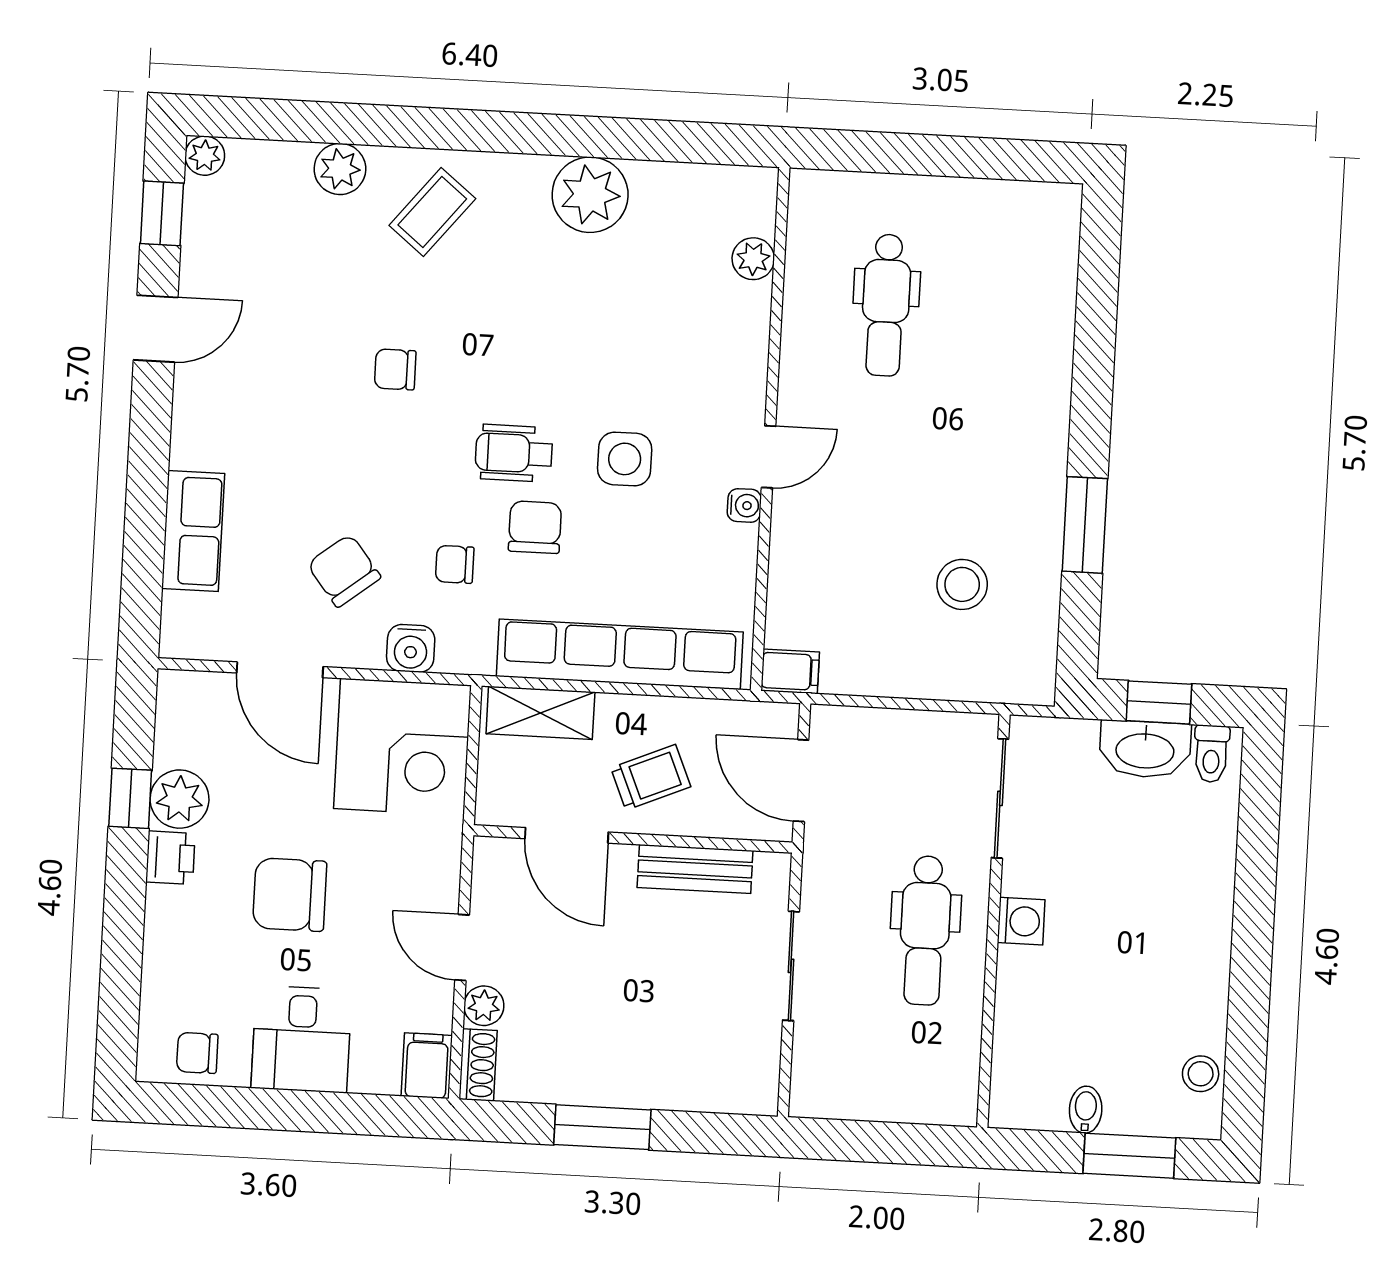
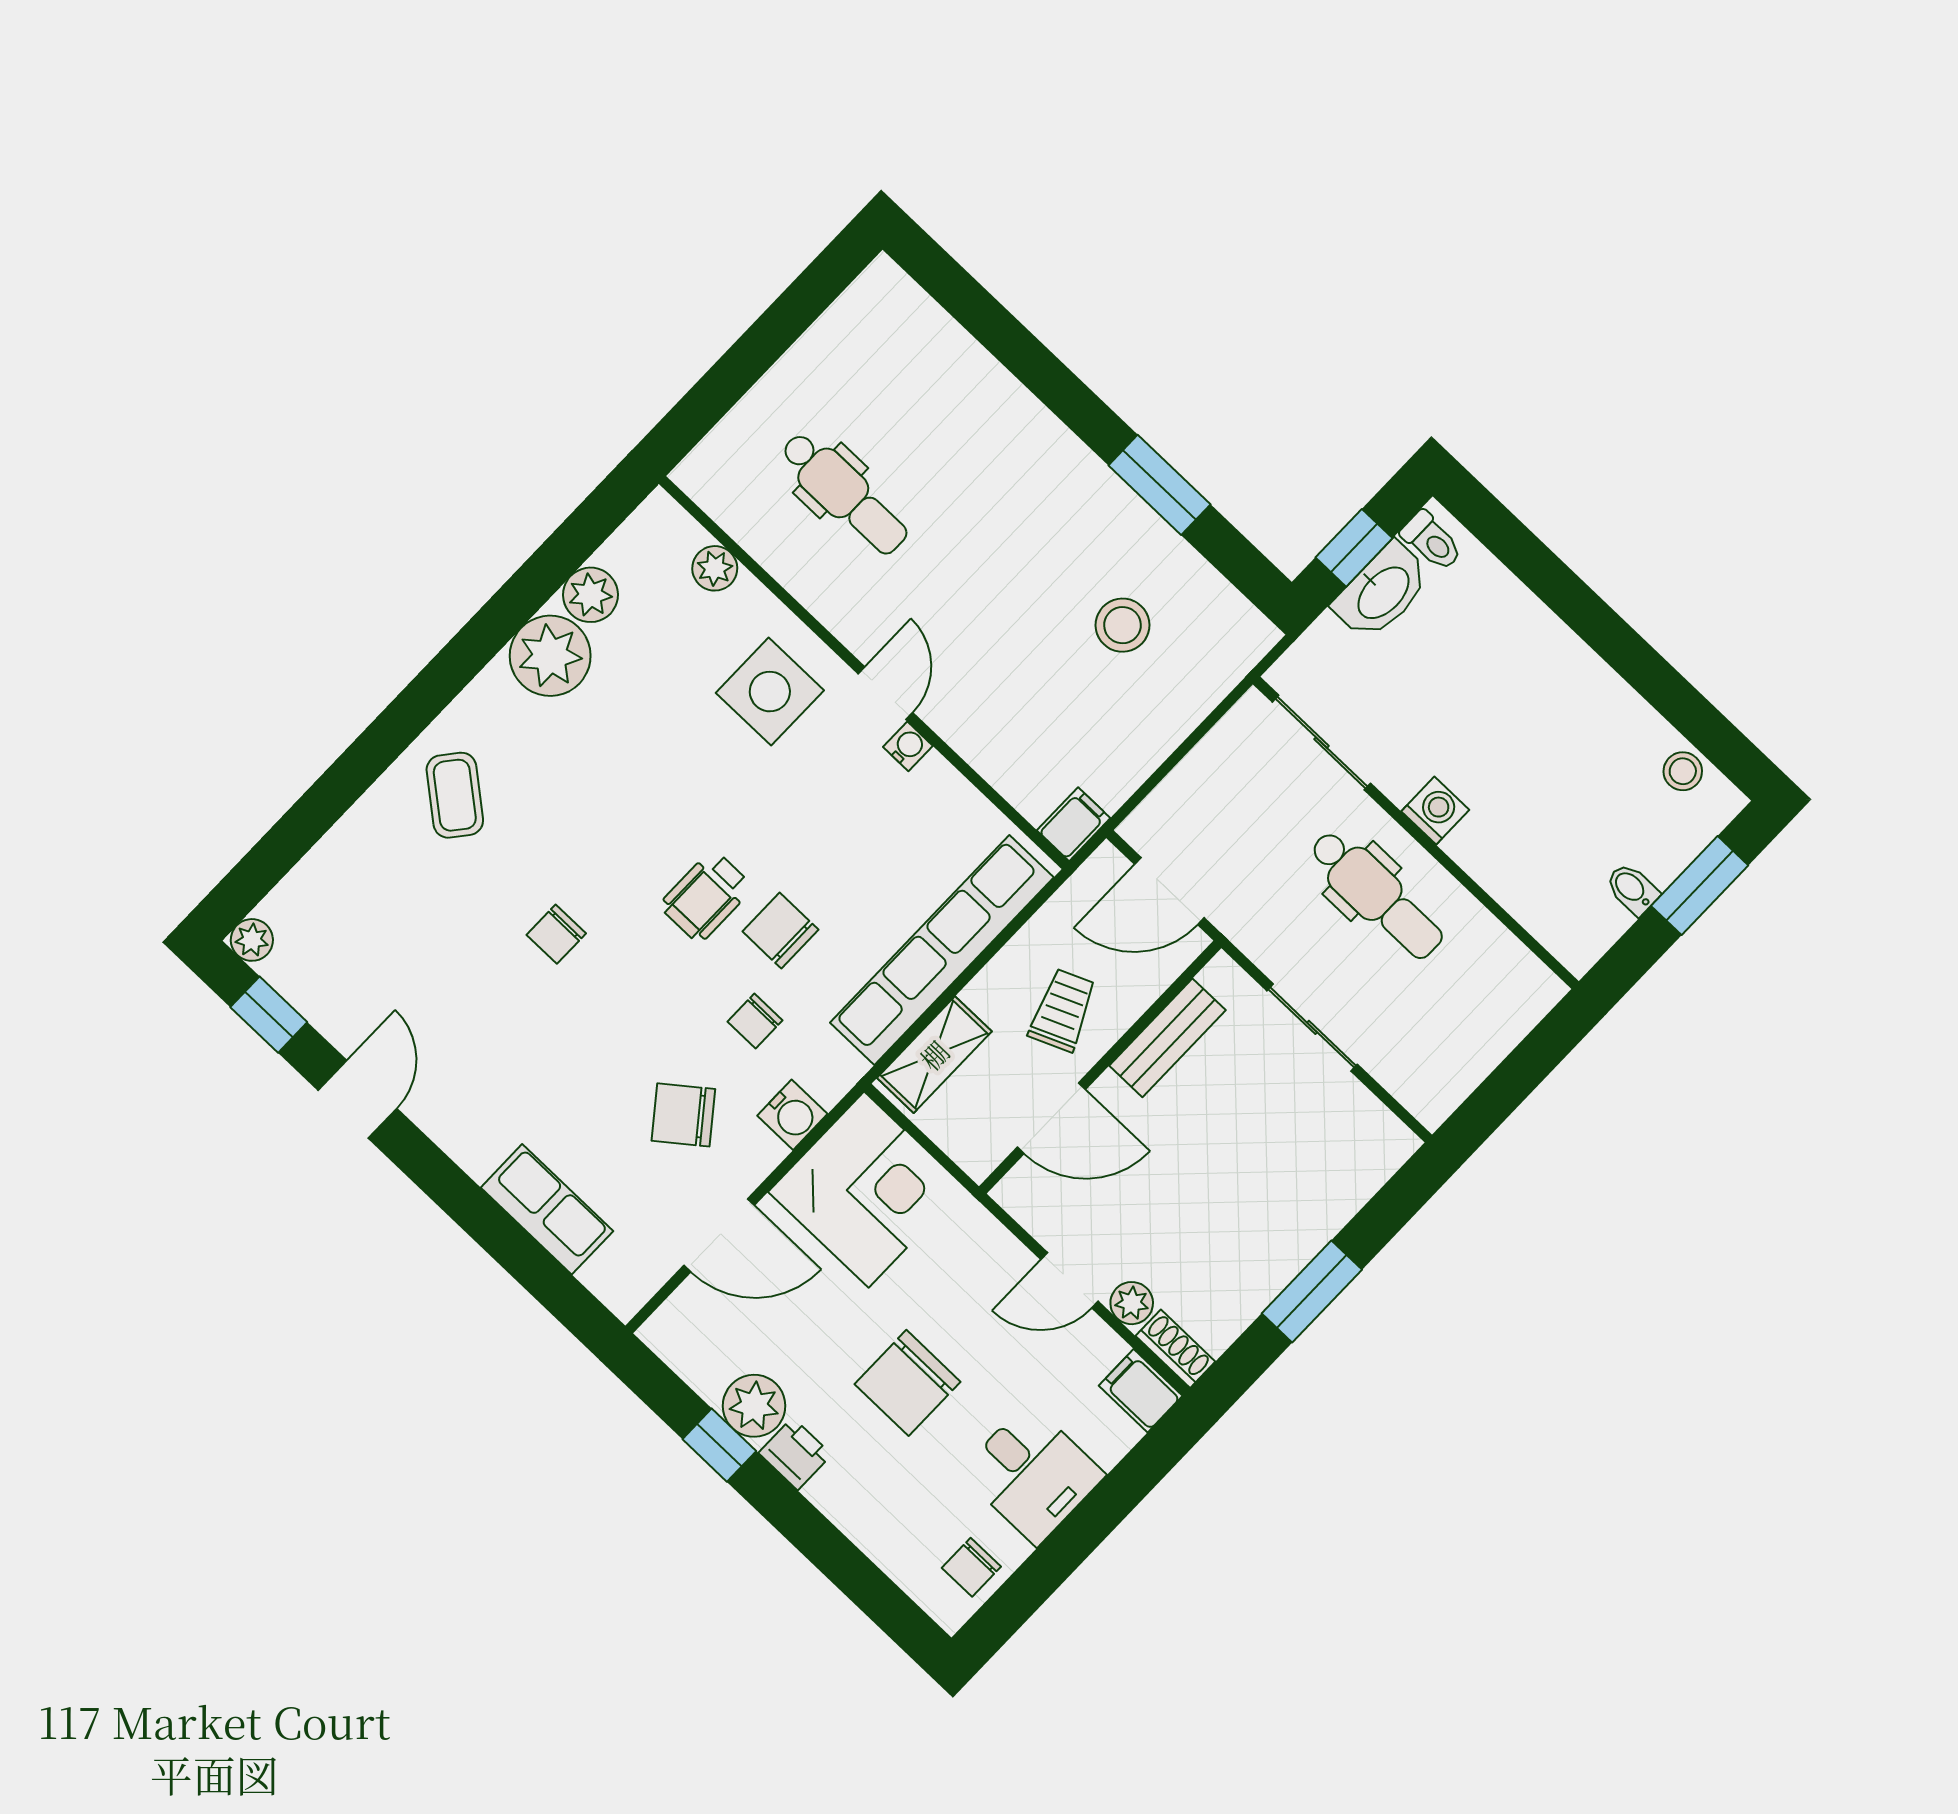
plant: (340, 169) -> (590, 595), moved
side table: (625, 459) -> (770, 692), moved, width x1.37, depth x1.37

